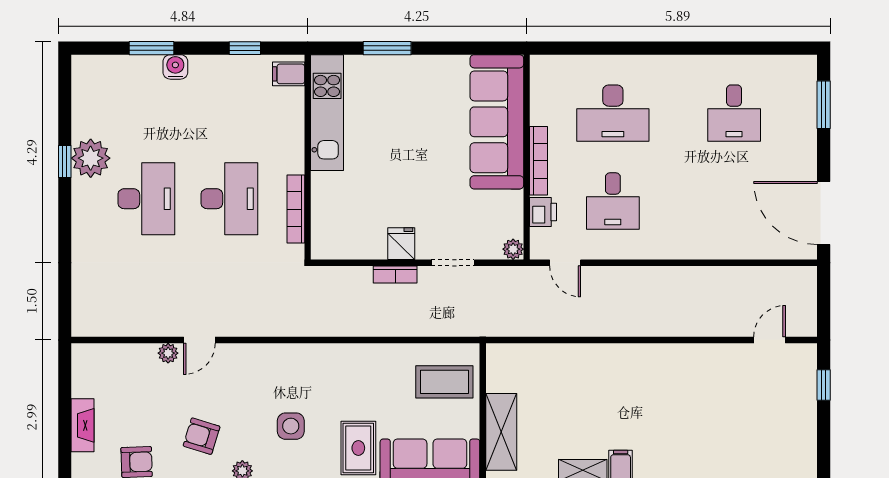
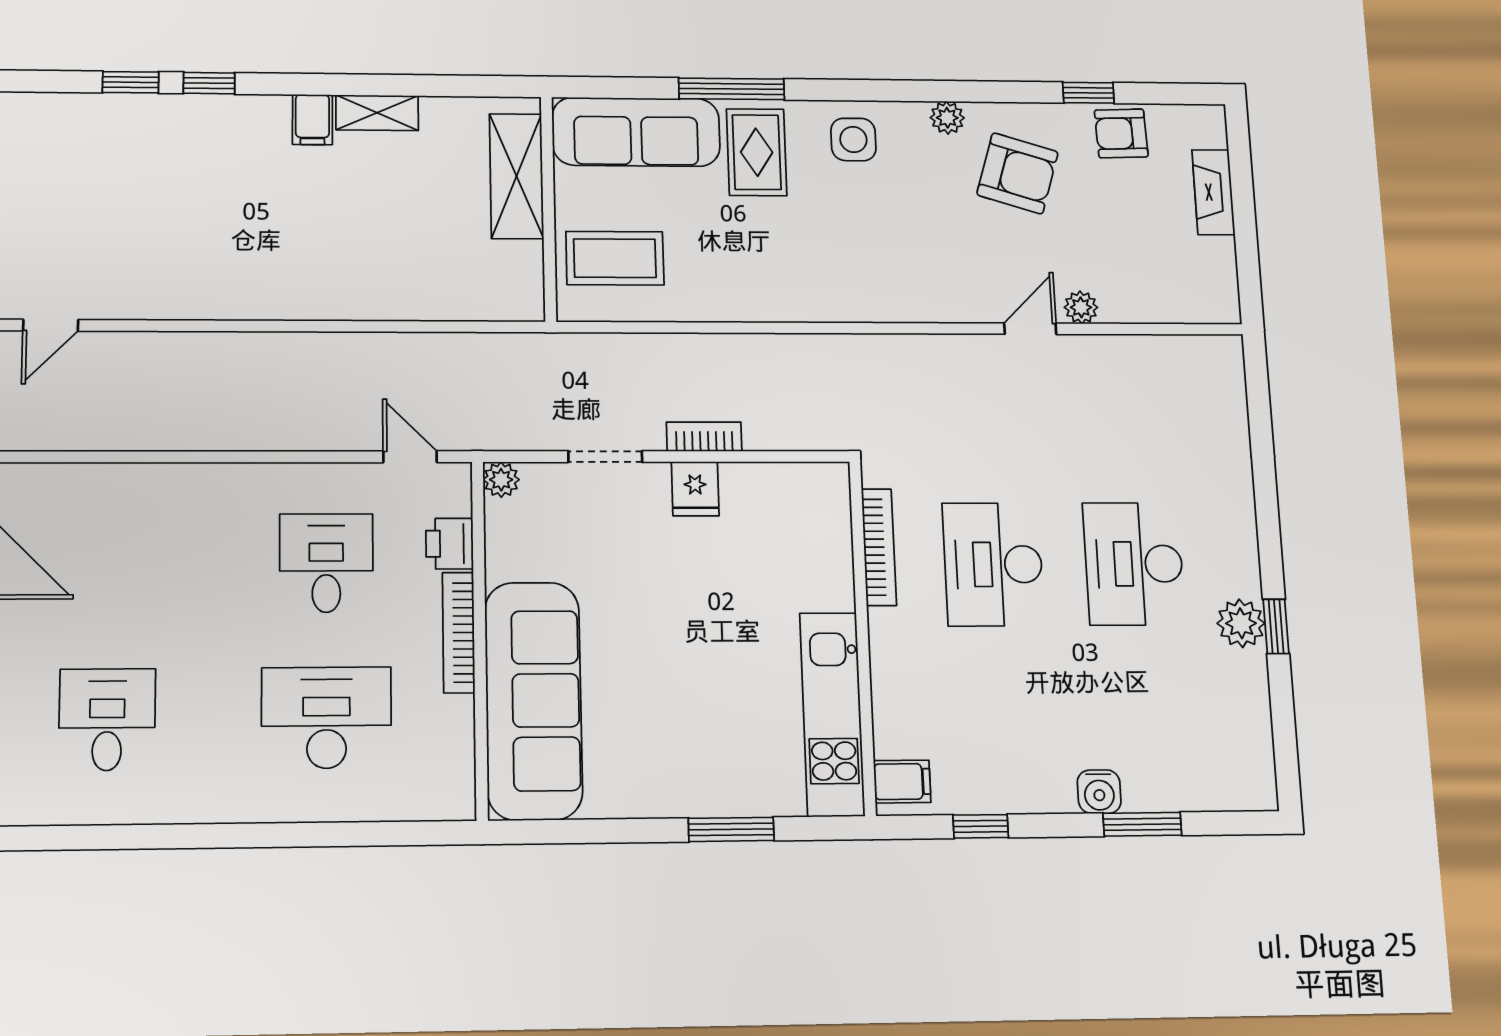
plant: (91, 158) -> (1241, 623), width x0.73, depth x0.73
side table: (291, 426) -> (853, 139), moved
armchair: (202, 436) -> (1017, 173), width x1.38, depth x1.38

